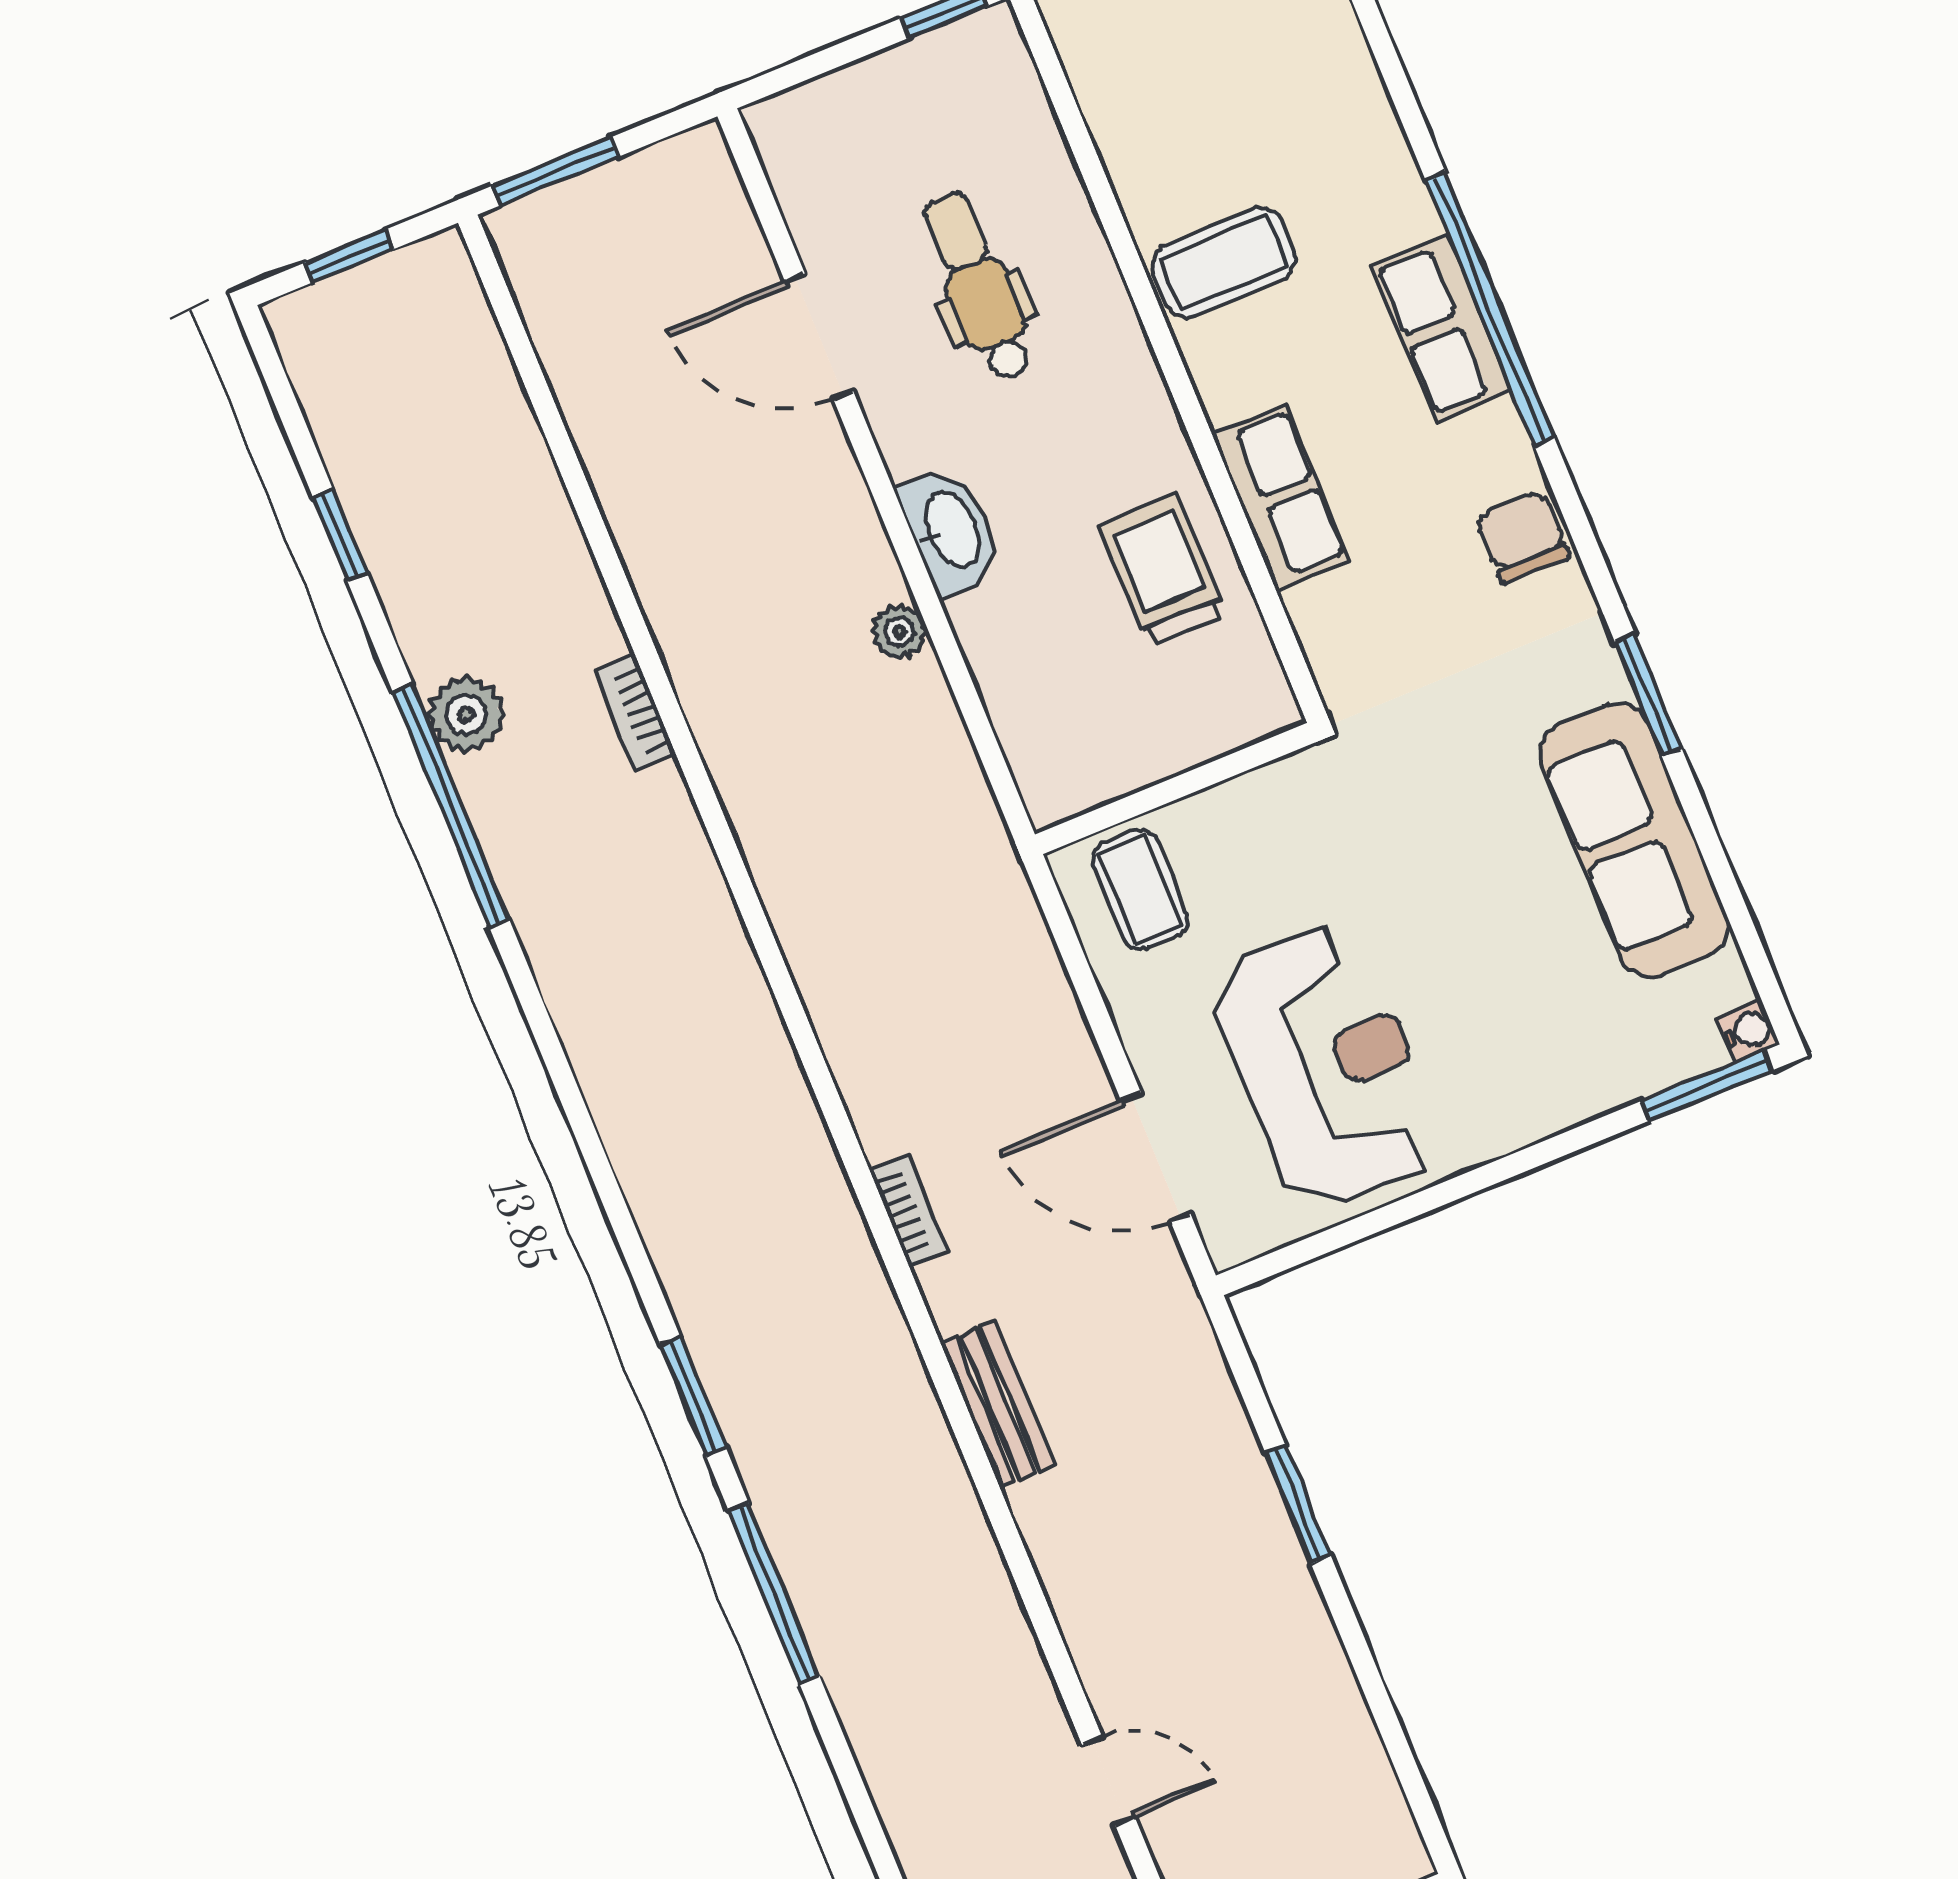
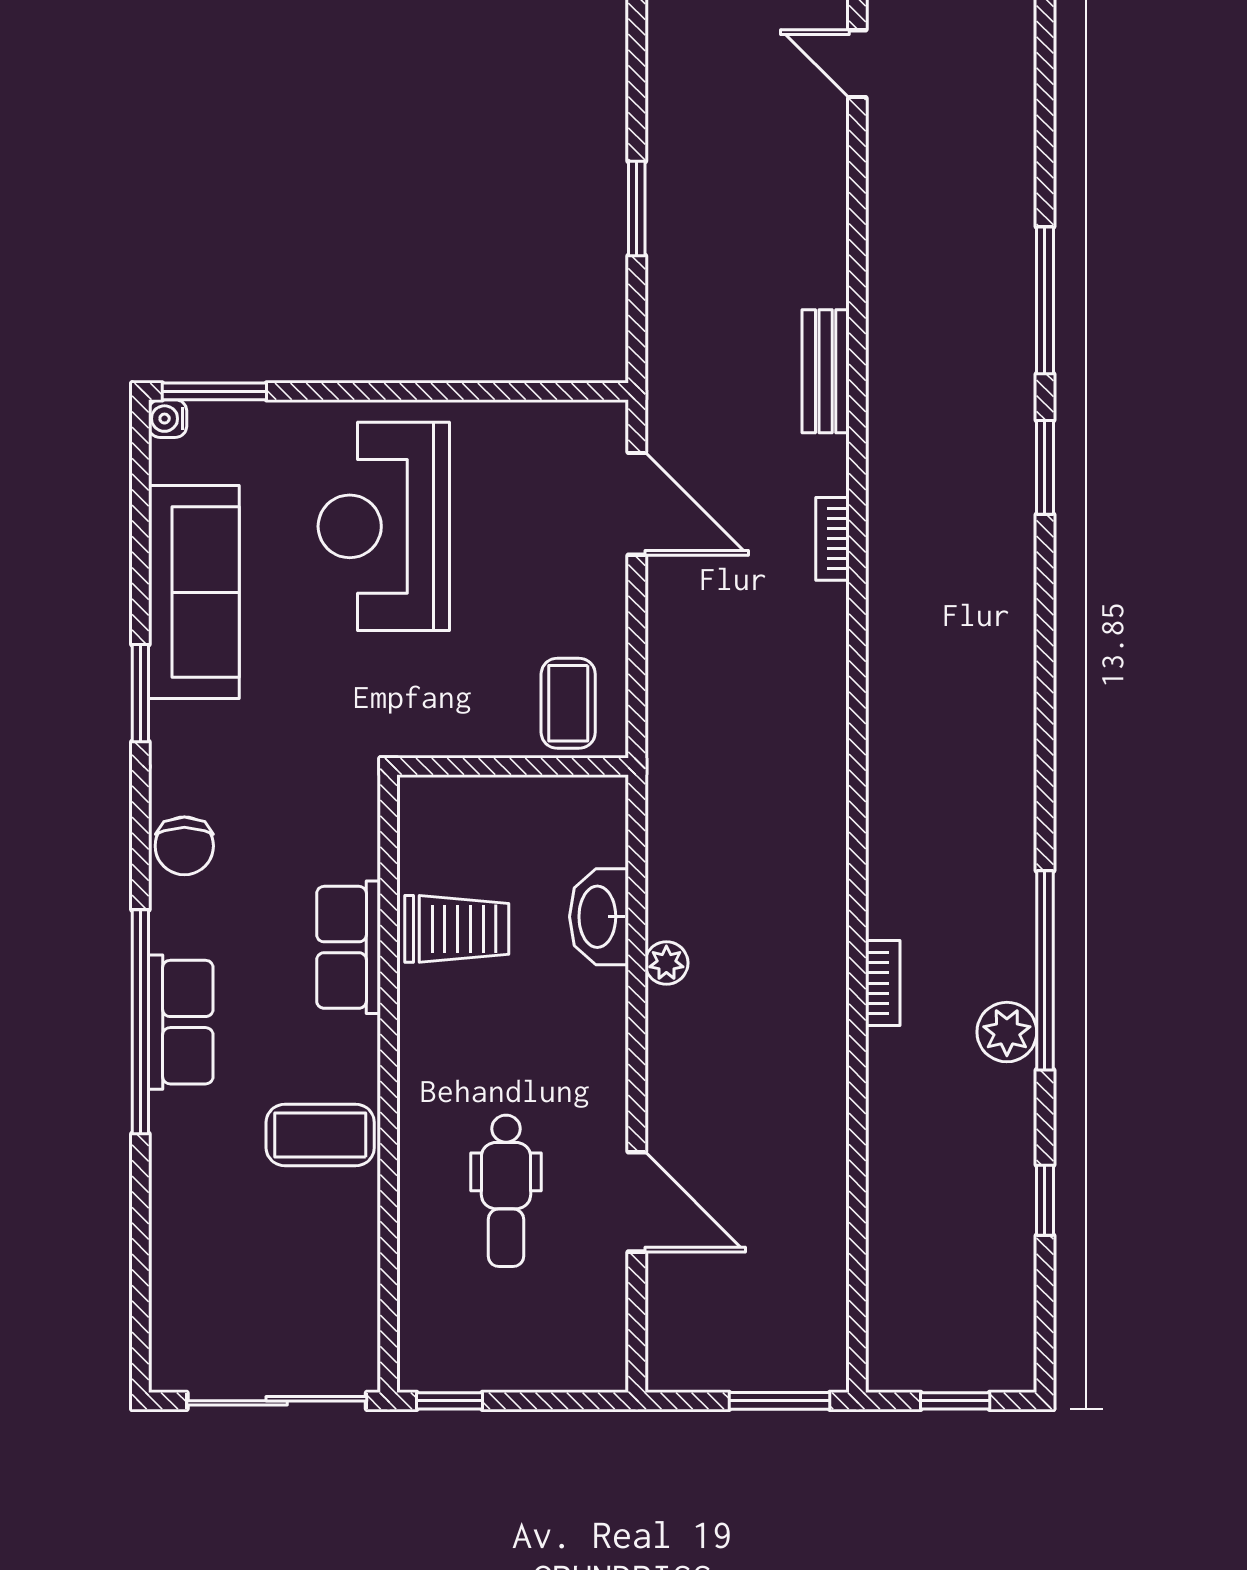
washbasin: (950, 530) -> (599, 917), moved
trolley: (1162, 571) -> (457, 929), turned -90
reception desk: (1327, 1066) -> (384, 526), moved

